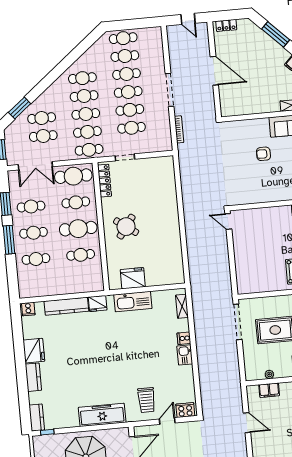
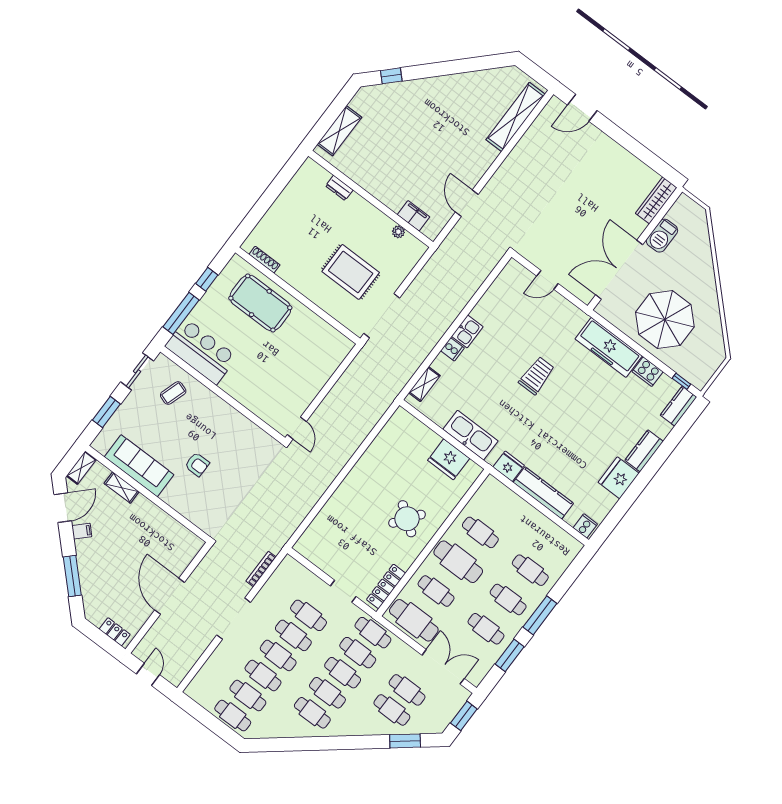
trolley: (147, 400) -> (537, 376), moved
cooker: (185, 410) -> (648, 372), moved

